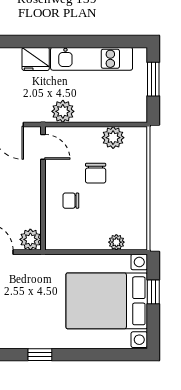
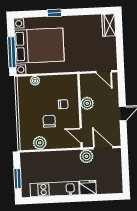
plant: (63, 111) -> (86, 156), moved
plant: (30, 239) -> (87, 103), moved
window: (153, 292) -> (12, 52), width x2.17
window: (40, 355) -> (54, 13), moved

